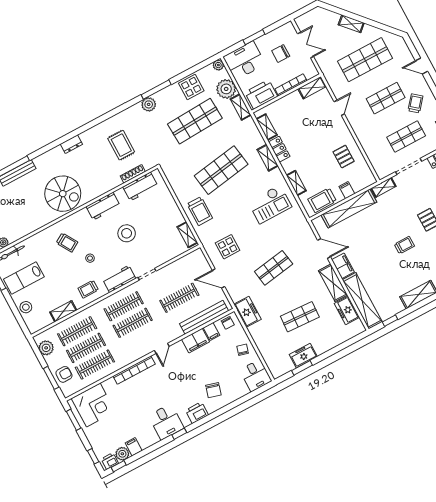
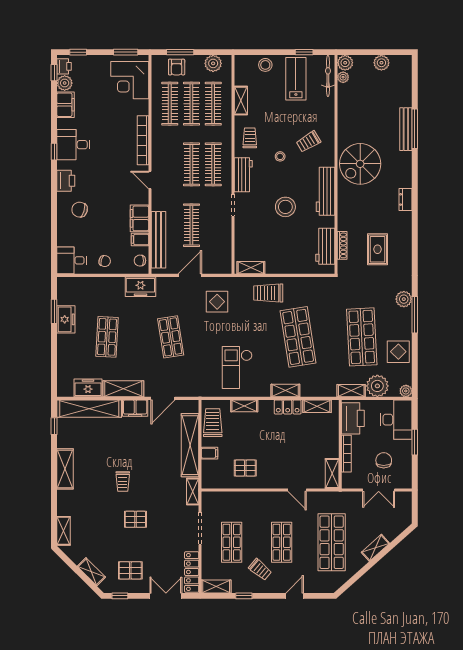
rug: (121, 145) -> (377, 249), turned 90
workbench: (103, 206) -> (325, 191), width x1.38
filing cabinet: (134, 447) -> (66, 105), width x2.00

